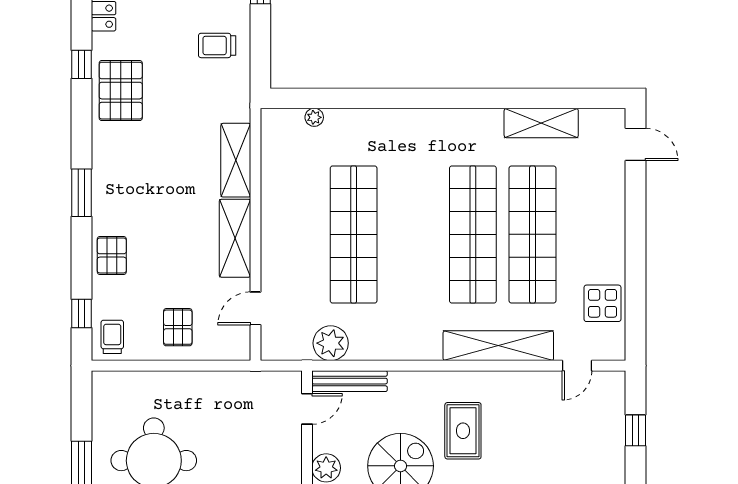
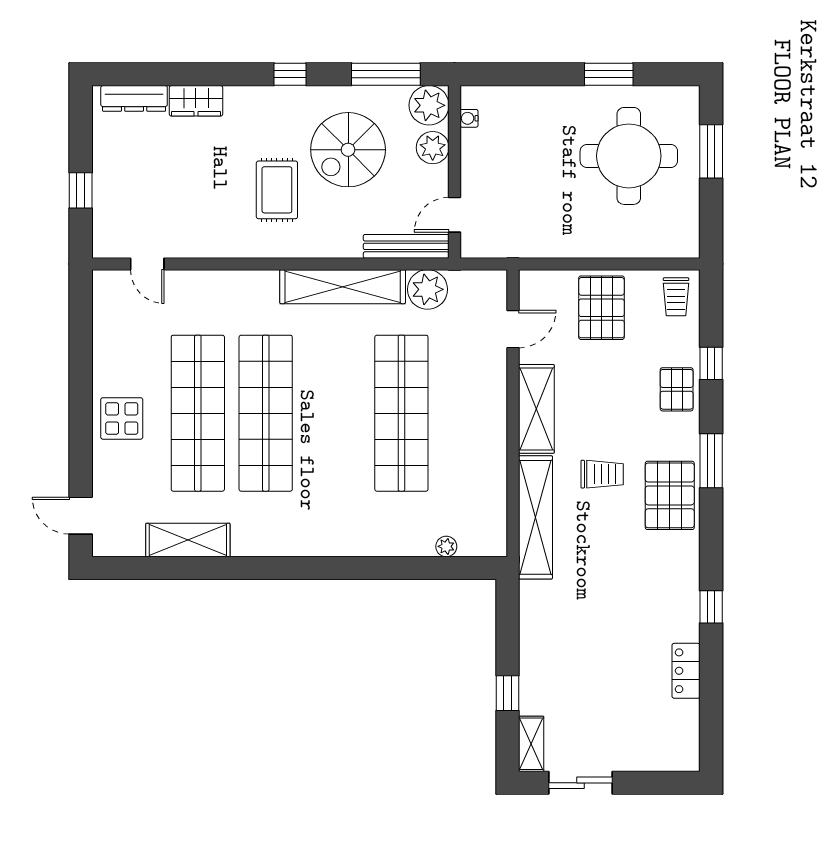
trolley: (217, 45) -> (602, 474), moved
pallet: (121, 91) -> (670, 495), moved
shelving: (236, 160) -> (535, 517), width x1.47
display table: (602, 303) -> (122, 418), moved
window: (81, 314) -> (711, 363), moved
pallet: (178, 327) -> (602, 308), width x1.50, depth x1.42
shelving: (498, 346) -> (343, 287), moved
door: (577, 366) -> (147, 264), swing flipped

